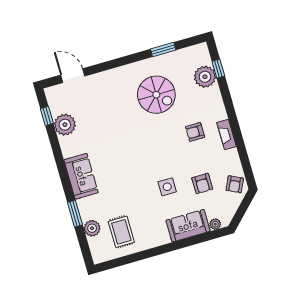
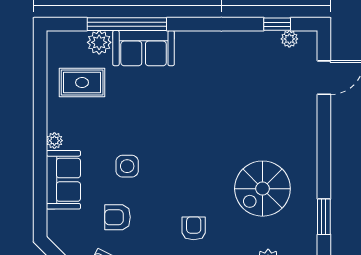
plant: (65, 125) -> (289, 39), moved, width x0.53, depth x0.53
sofa: (81, 176) -> (144, 48), moved
window: (75, 214) -> (127, 24), width x2.11
plant: (215, 224) -> (54, 141), moved

